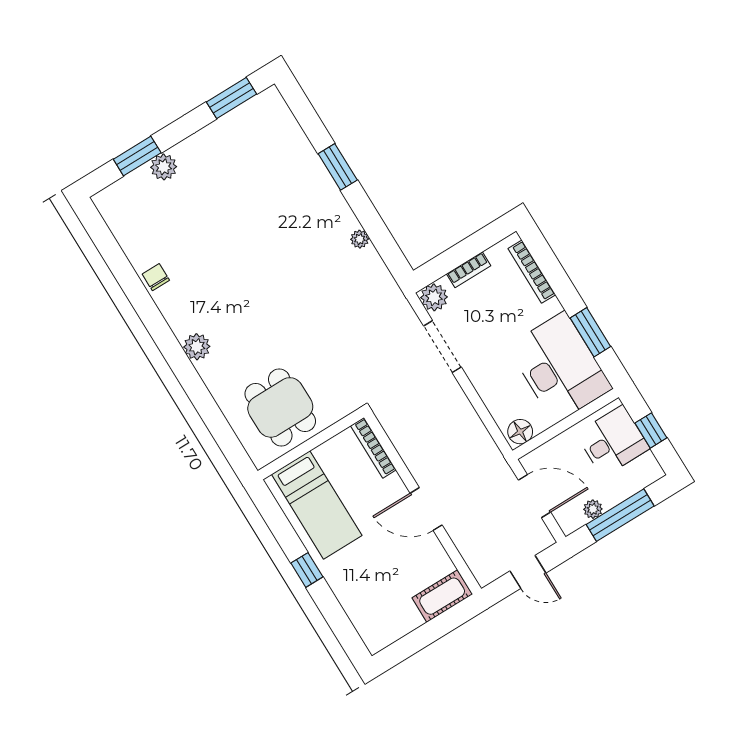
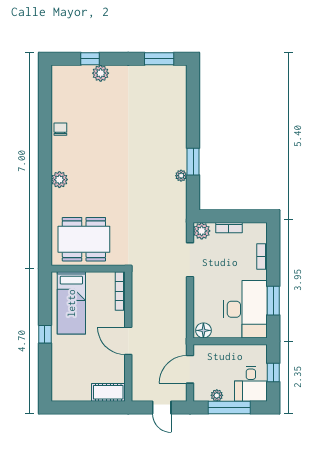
window: (137, 156) -> (90, 59), width x0.67
window: (338, 167) -> (193, 162), moved
bookcase: (532, 272) -> (262, 256), width x0.64
dining table: (280, 407) -> (84, 239), width x1.38
desk: (613, 441) -> (251, 384), moved, turned 90
door: (534, 496) -> (190, 369), swing flipped

